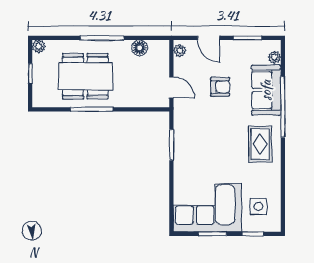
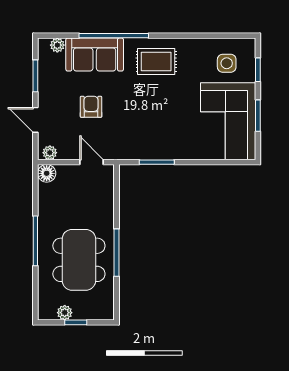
door: (209, 38) -> (35, 120), swing flipped
plant: (39, 47) -> (65, 313), moved
floor lamp: (140, 48) -> (47, 173), moved
door: (171, 87) -> (92, 162), hinge flipped

